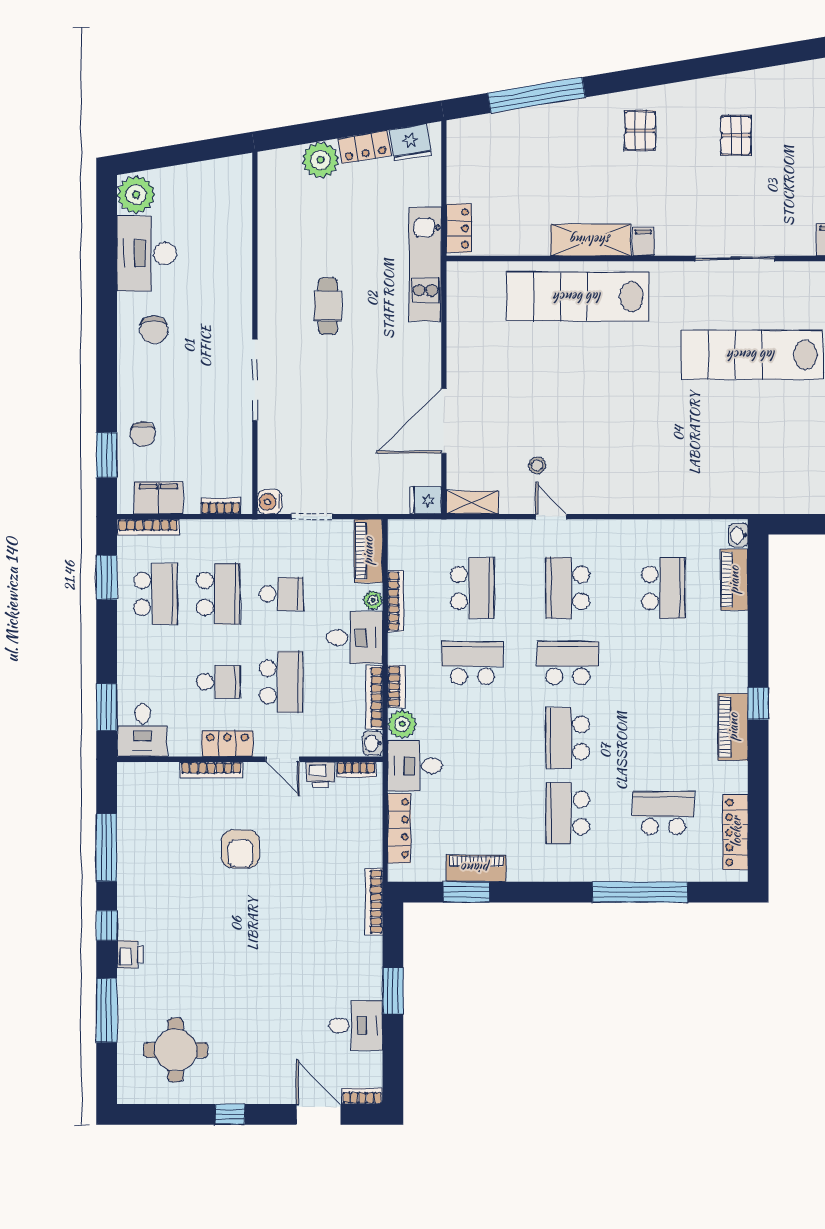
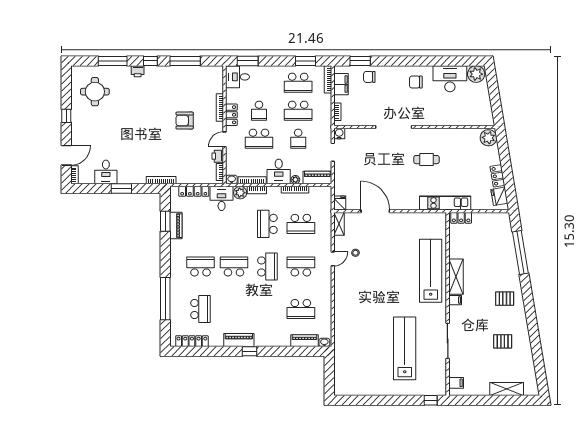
plant: (321, 160) -> (488, 138), moved
school desk: (472, 663) -> (267, 224), turned 180

